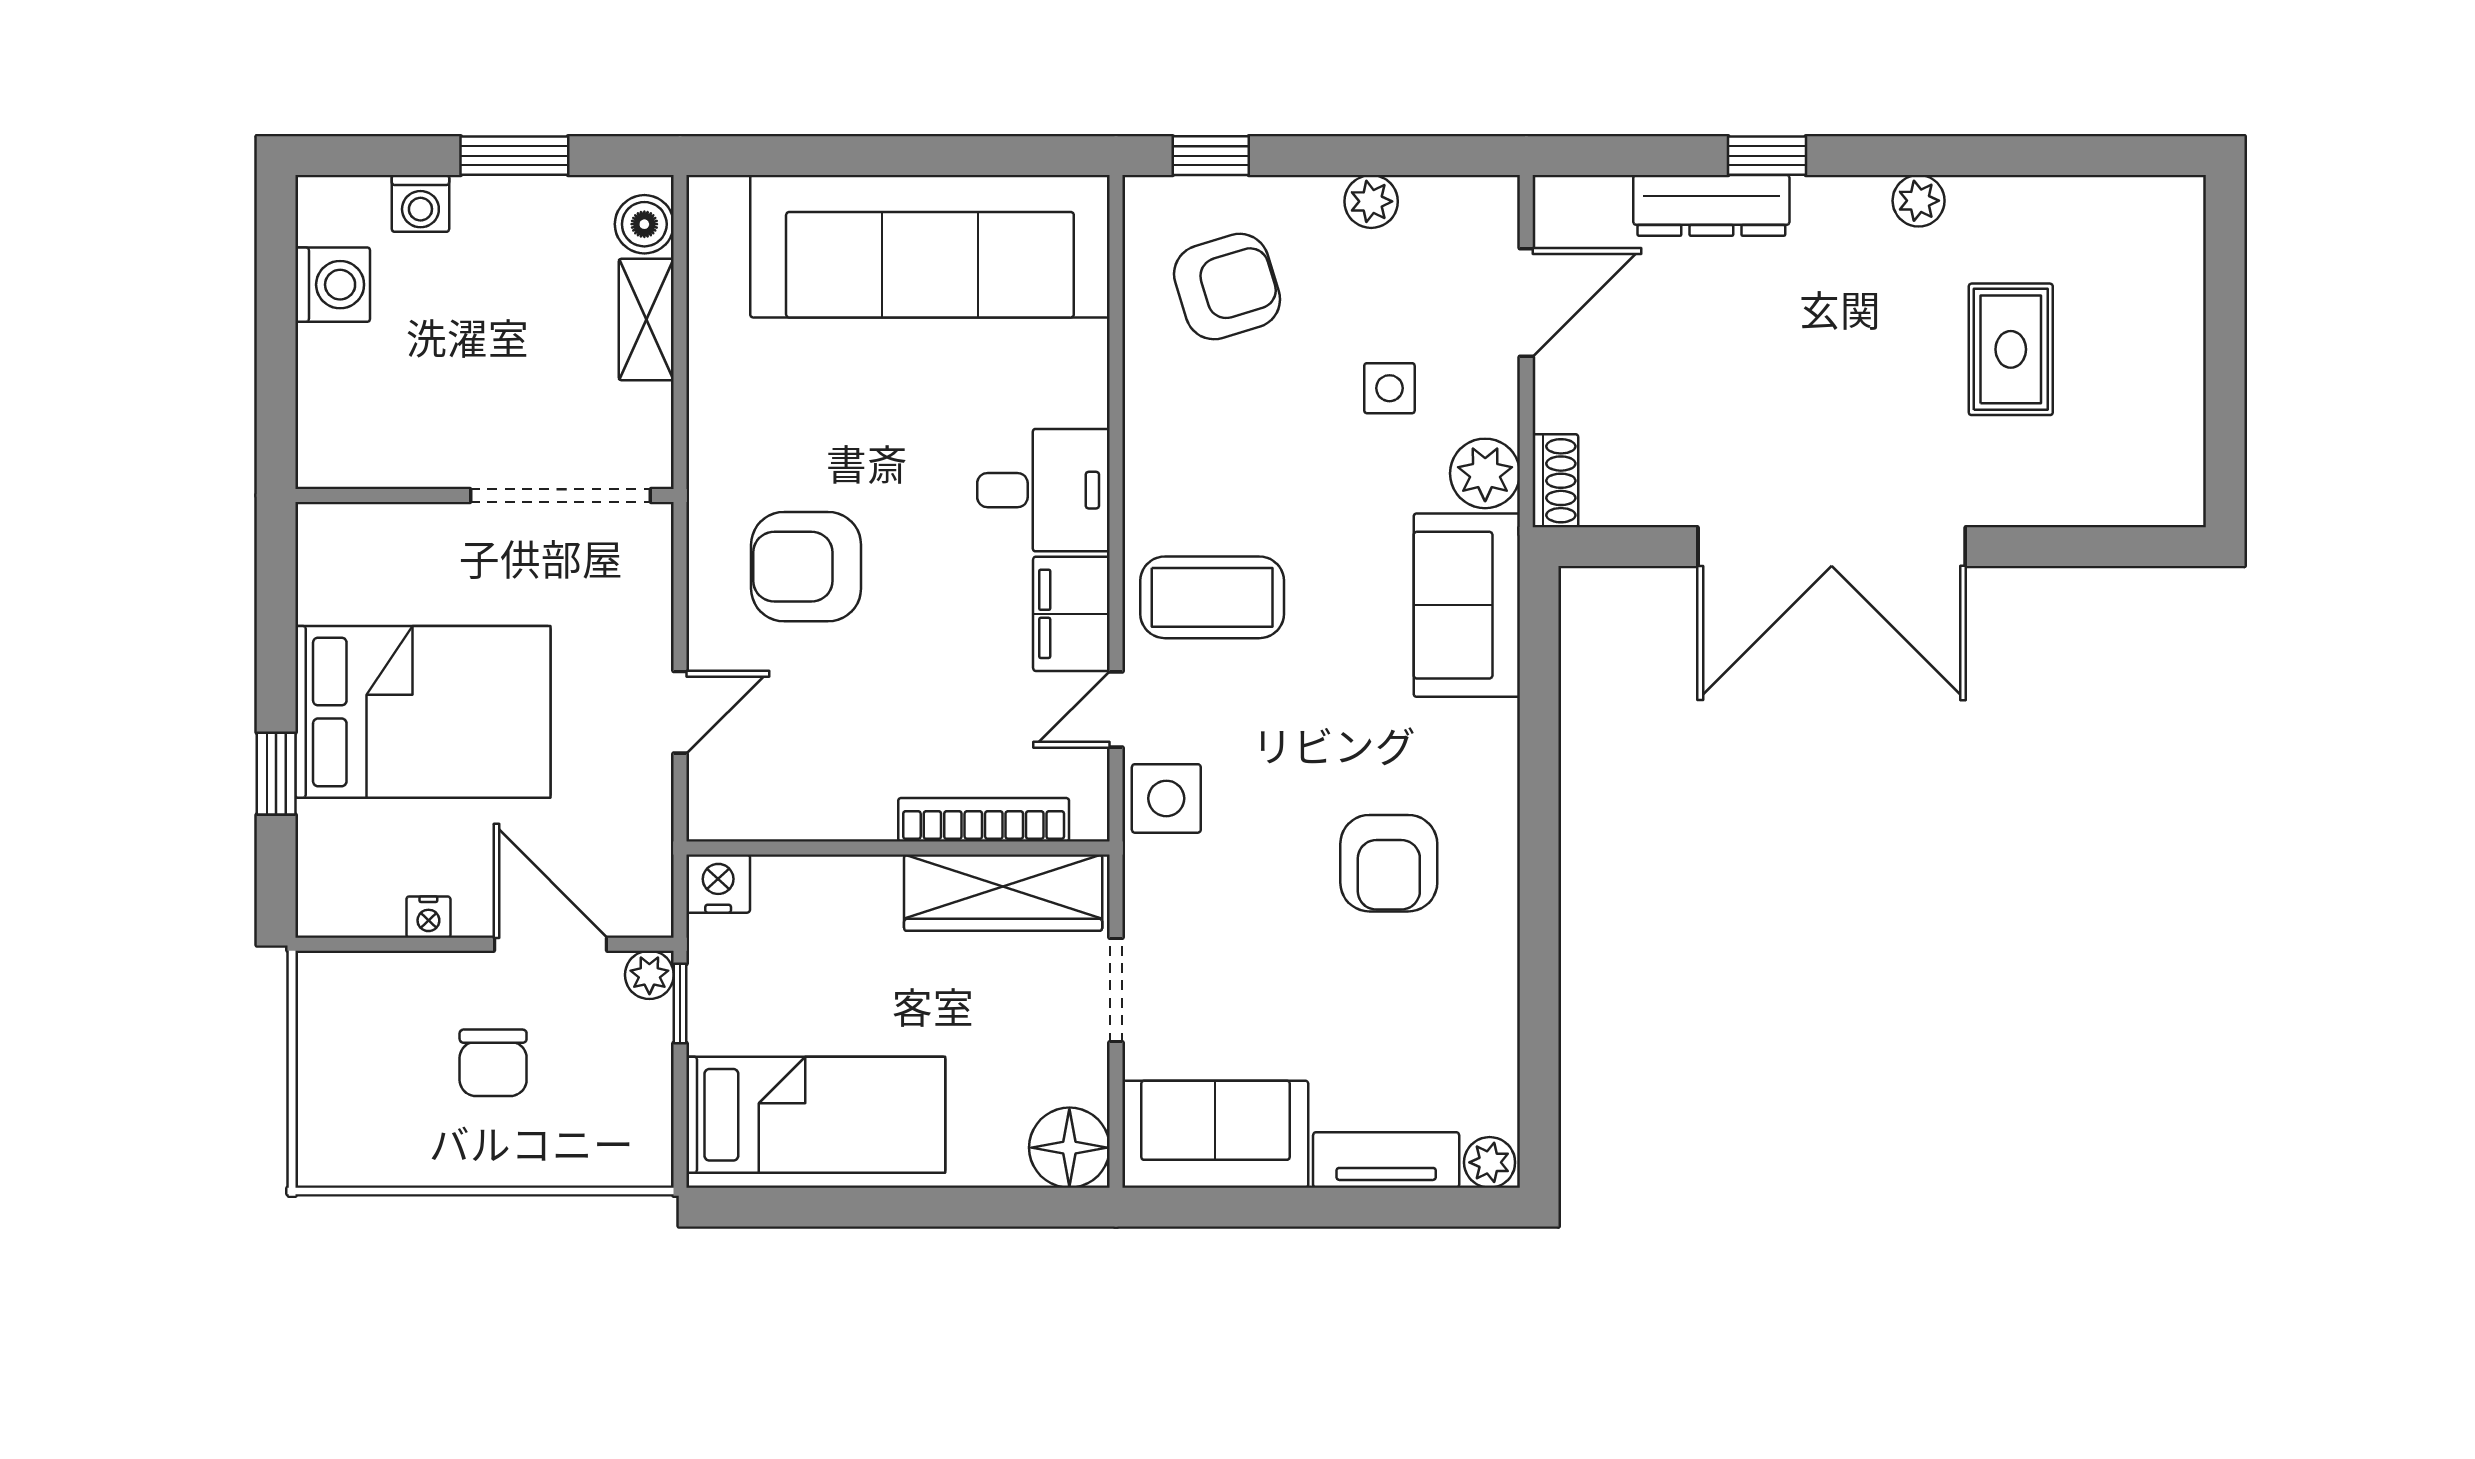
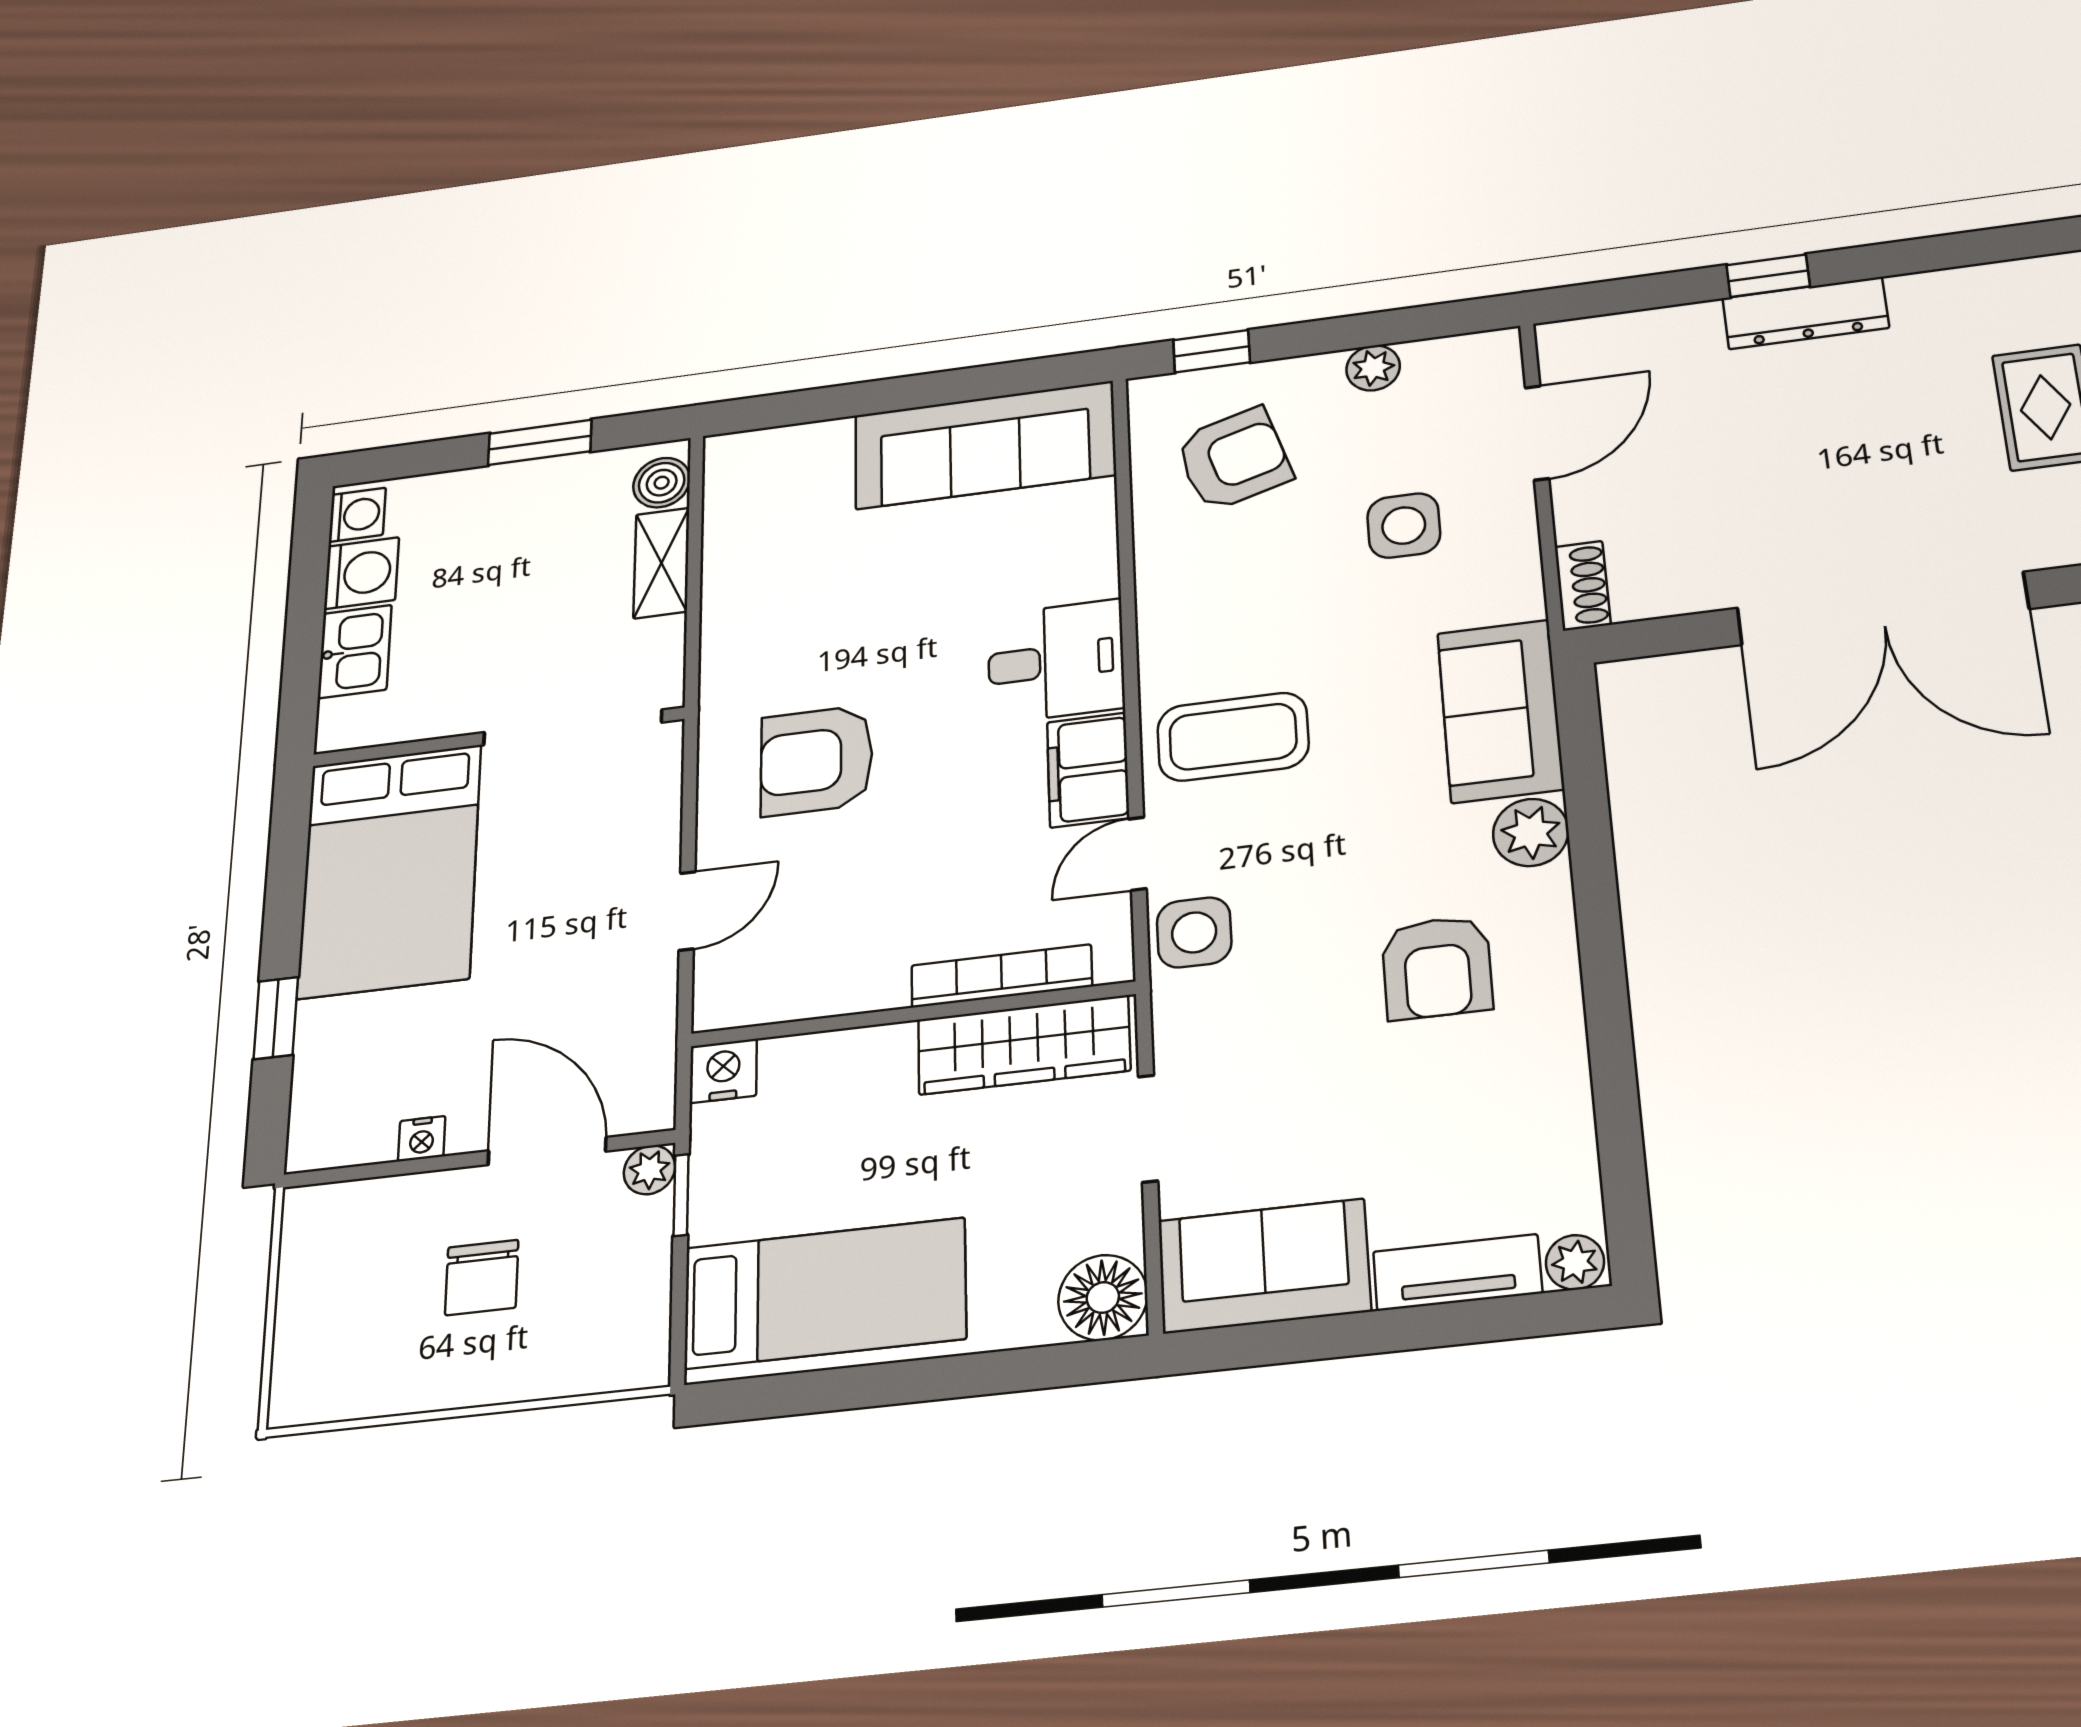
plant: (1919, 201) -> (1929, 292), removed
washing machine: (420, 203) -> (357, 515), moved, turned -90
dresser: (1711, 205) -> (1805, 313), moved
sofa: (930, 246) -> (985, 445), width x0.74, depth x0.79
kitchen sink: (331, 376) -> (355, 651), added
side table: (1389, 388) -> (1404, 526), width x1.37, depth x1.37
plant: (1485, 473) -> (1531, 832), moved
bed: (423, 712) -> (390, 871), moved, turned 90

